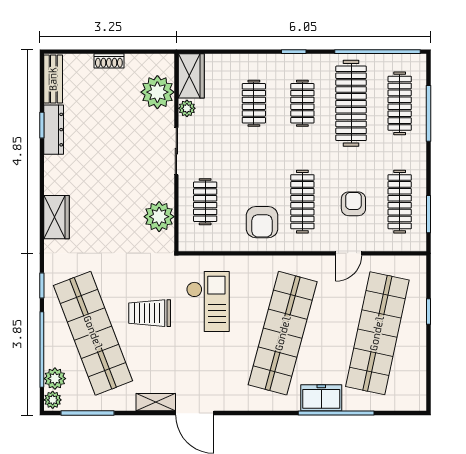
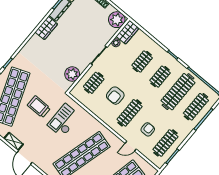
plant: (157, 92) -> (117, 20), moved
wardrobe: (57, 217) -> (46, 28), moved
armchair: (262, 222) -> (115, 96), moved
checkout: (208, 301) -> (64, 120), turned 180

